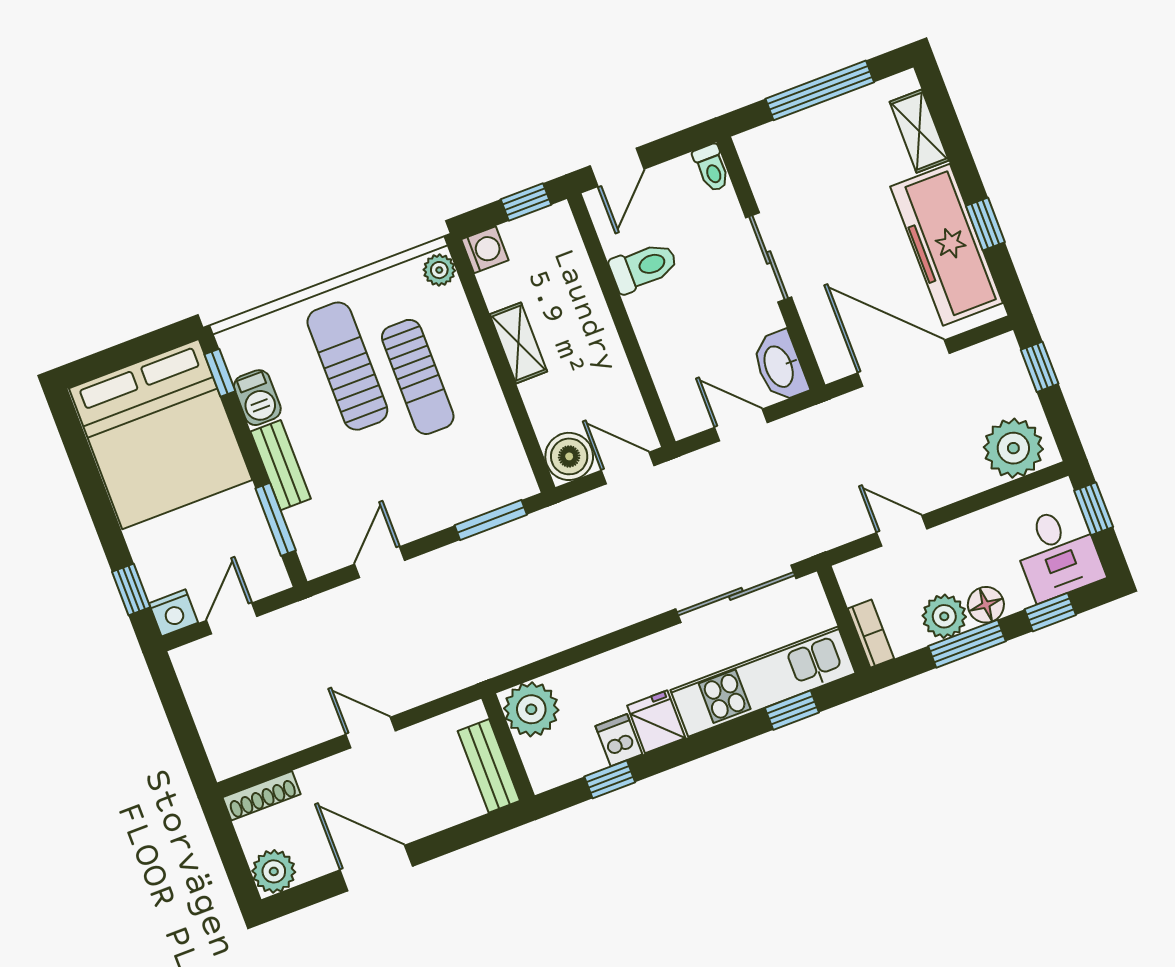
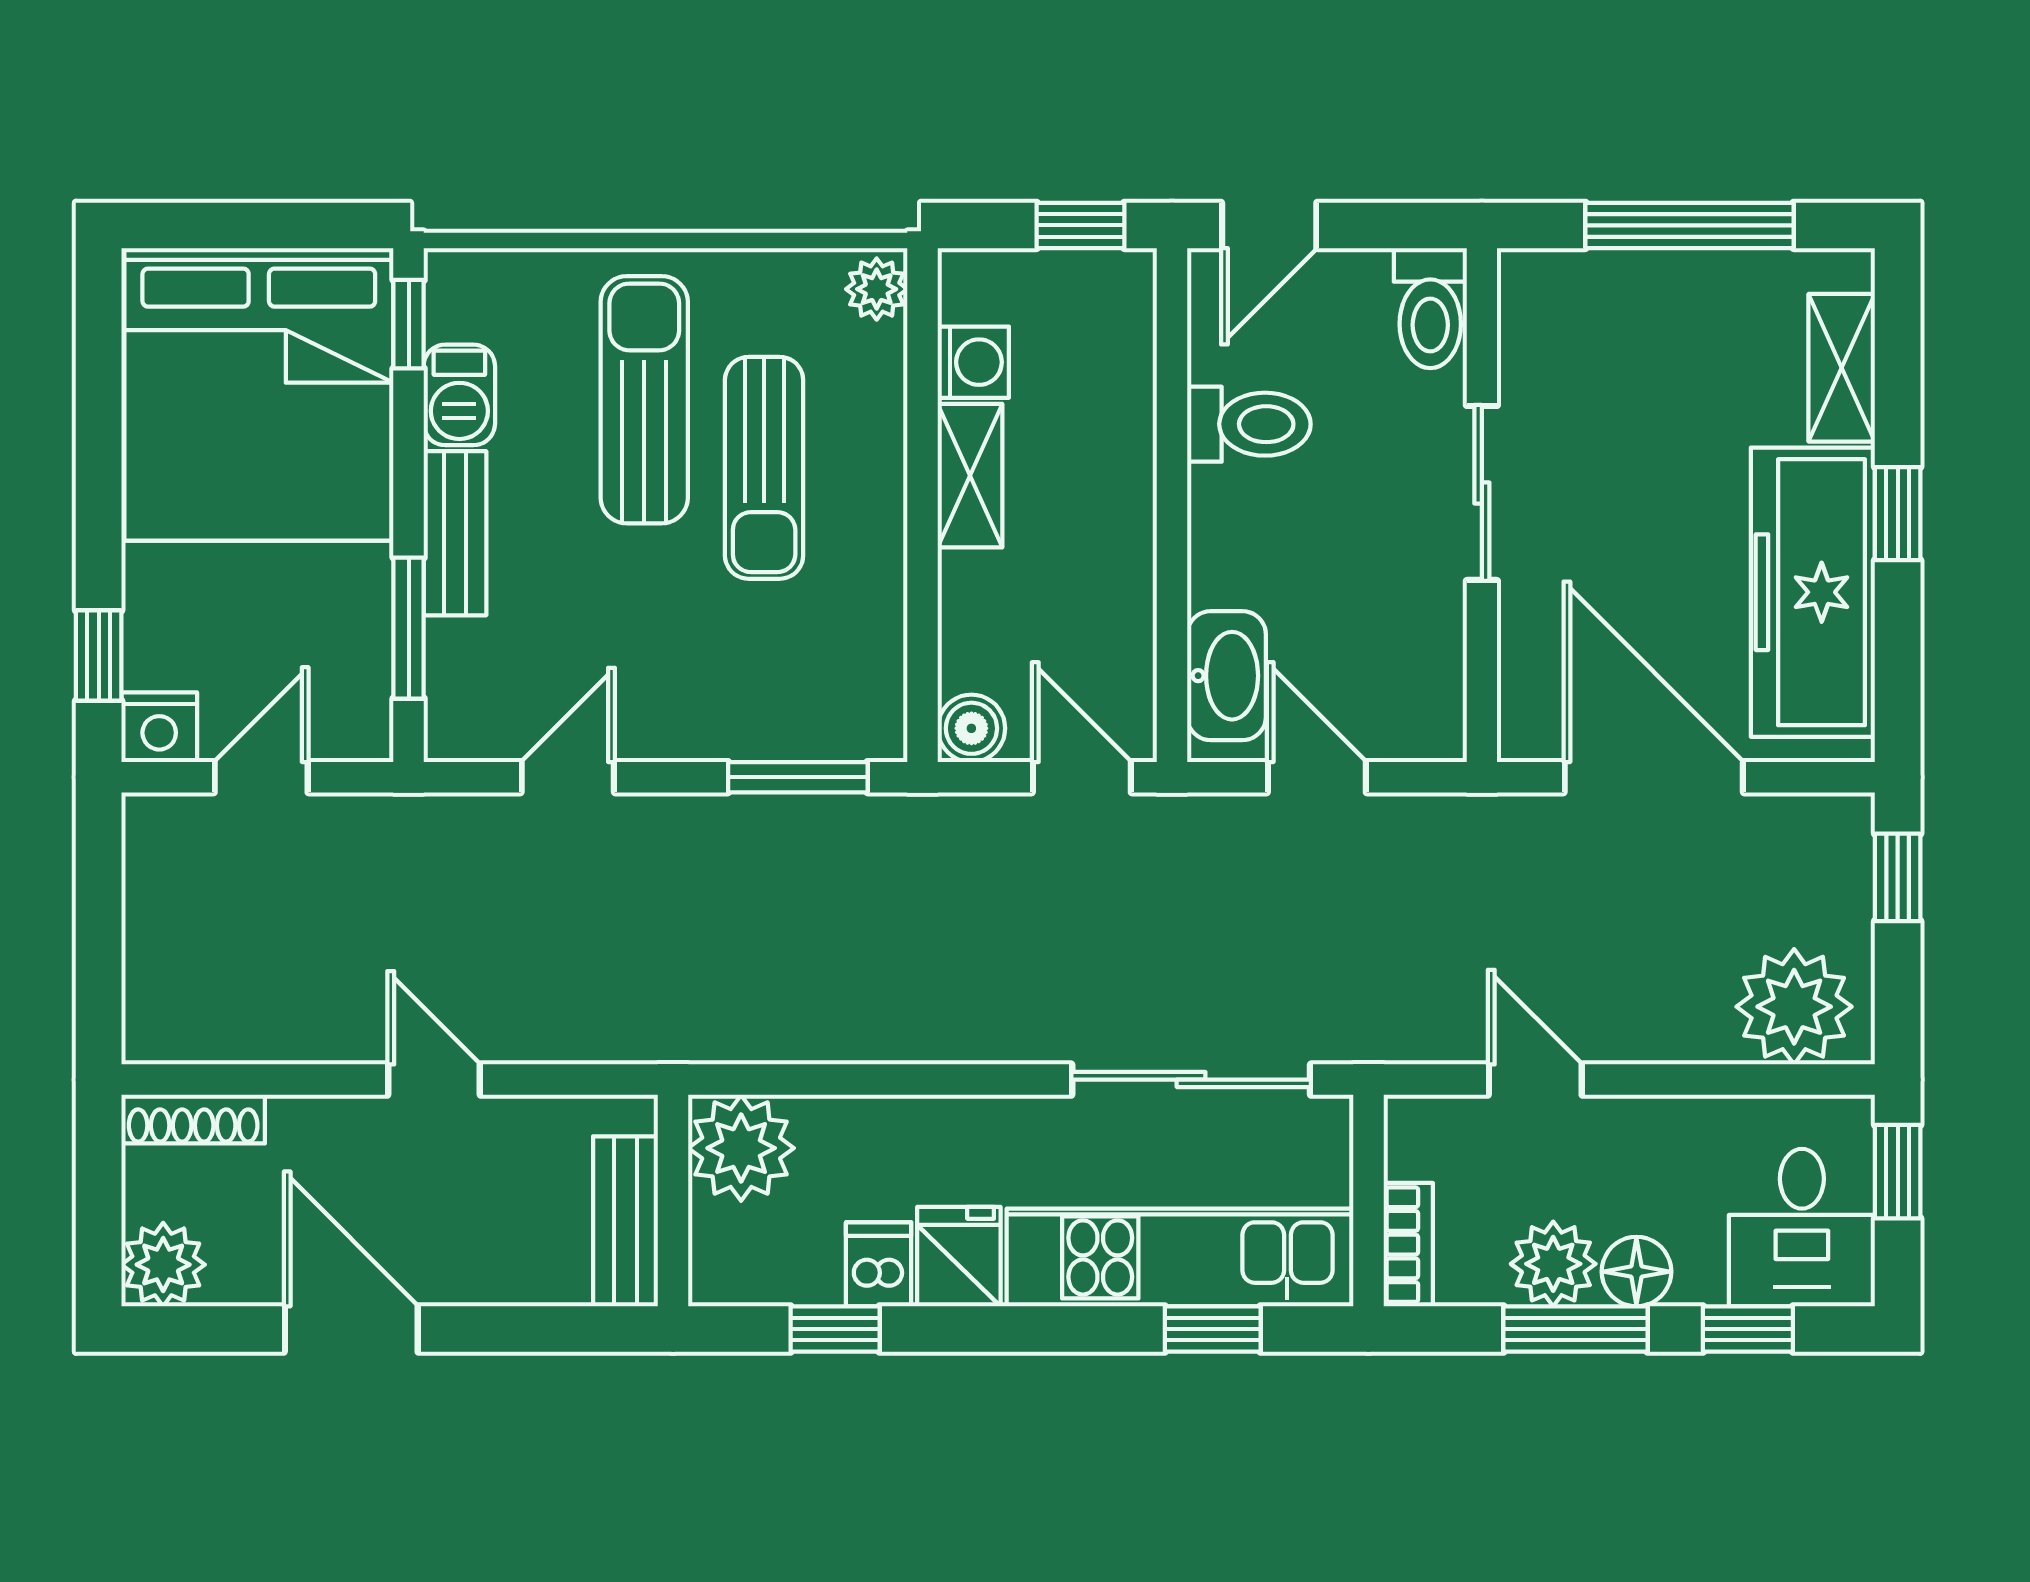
toilet: (712, 168) -> (1430, 308), width x1.37, depth x1.39
window: (985, 224) -> (1898, 514), moved
washing machine: (485, 250) -> (973, 362), moved
washbasin: (780, 366) -> (1227, 676), moved, turned 180
boiler: (569, 456) -> (971, 728), width x0.73, depth x0.73

